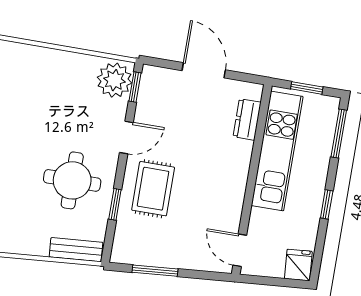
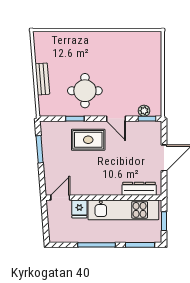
plant: (115, 80) -> (144, 111), width x0.53, depth x0.53
dresser: (247, 119) -> (139, 189), width x1.44
window: (327, 204) -> (97, 245), width x2.17
bench: (76, 250) -> (42, 79), moved
fridge: (298, 265) -> (79, 209), moved, turned 94

